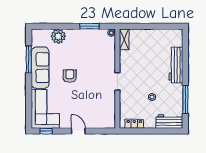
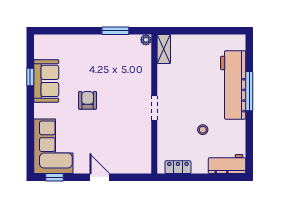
plant: (58, 36) -> (72, 45), removed
window: (29, 59) -> (30, 77), width x0.46
workbench: (176, 65) -> (233, 85), width x1.36, depth x1.32
sofa: (40, 68) -> (46, 81), width x0.73
window: (185, 99) -> (249, 91), moved

